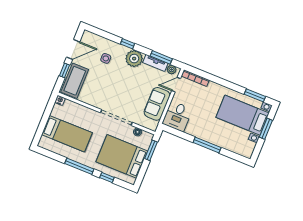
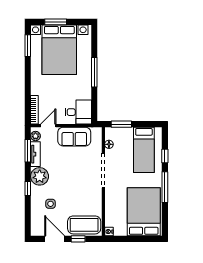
door: (176, 85) -> (48, 126), swing flipped
bed with nightstands: (243, 115) -> (59, 50), width x1.36
bed: (67, 134) -> (144, 212), width x1.50
bed: (122, 156) -> (144, 150), width x0.67

